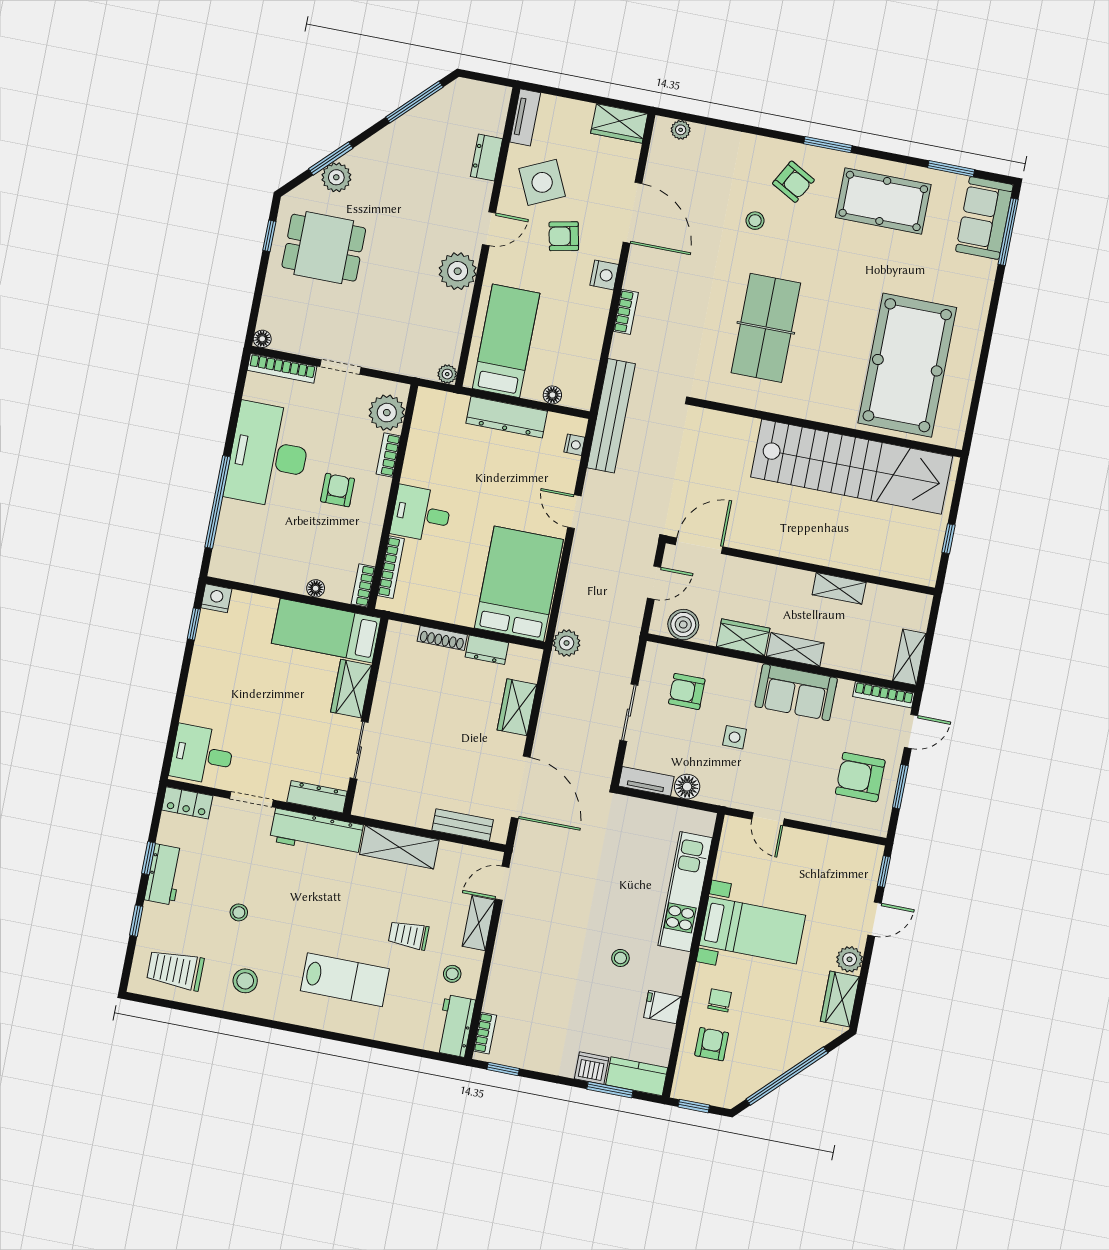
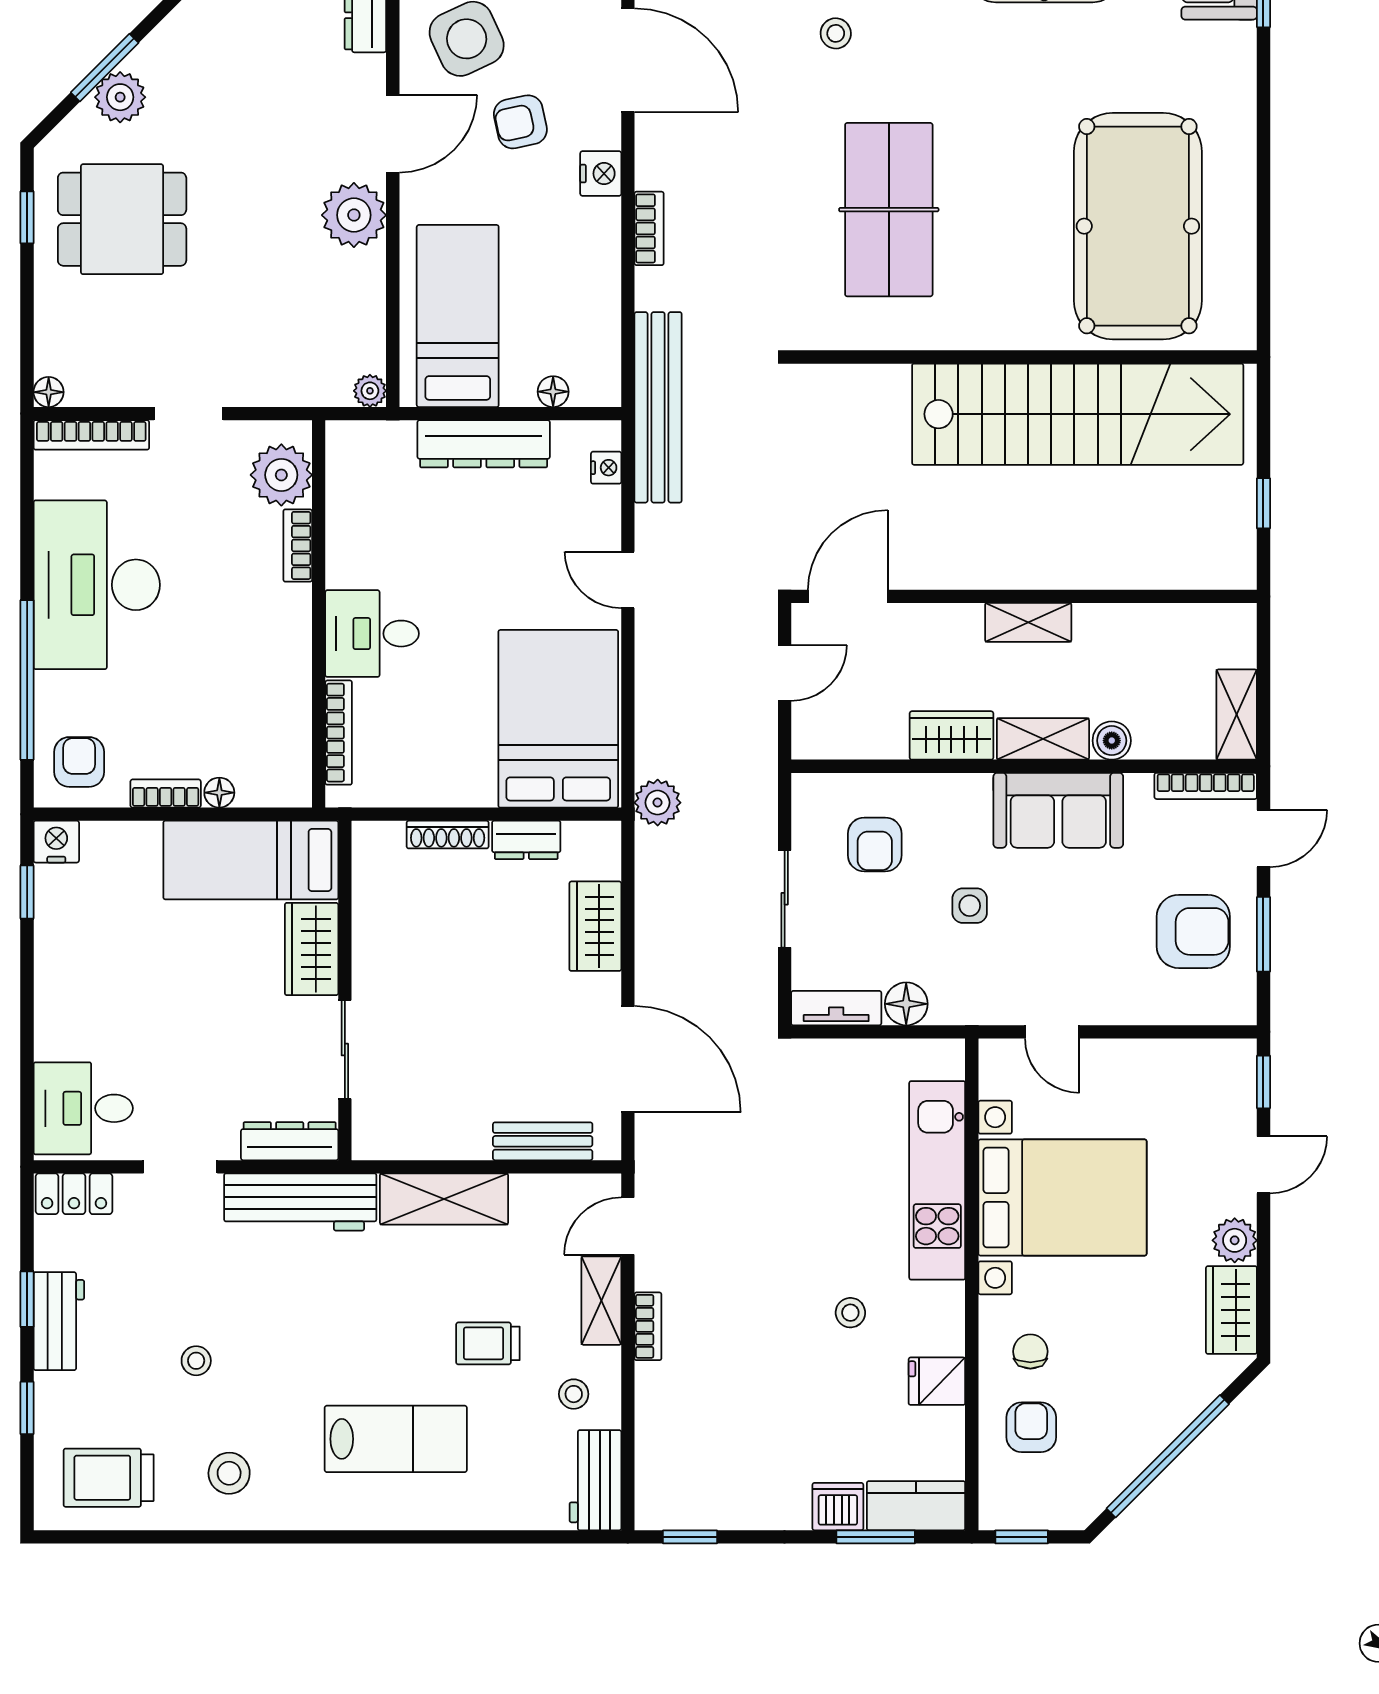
door: (489, 229) -> (393, 134), width x1.38
armchair: (338, 490) -> (79, 762), moved
bookcase: (363, 585) -> (166, 794), moved, turned 90
shelving: (839, 588) -> (1028, 622), moved
boiler: (683, 625) -> (1112, 741), moved, width x0.73, depth x0.73
armchair: (687, 691) -> (875, 844), turned -90
armchair: (860, 777) -> (1193, 931), turned 180
bed with nightstands: (752, 930) -> (1062, 1197), width x1.36
bookcase: (485, 1033) -> (648, 1326), moved

